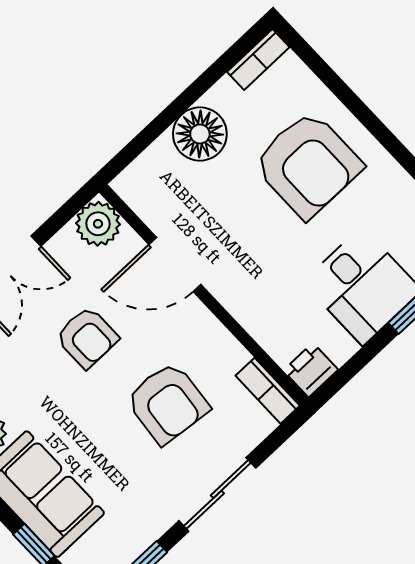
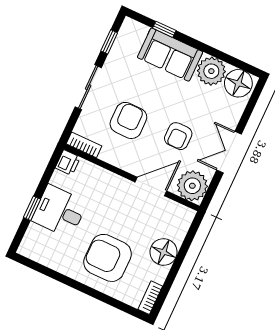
plant: (98, 224) -> (192, 186), width x1.36, depth x1.36
armchair: (87, 337) -> (178, 136), turned -90
armchair: (168, 403) -> (128, 120), turned 84

